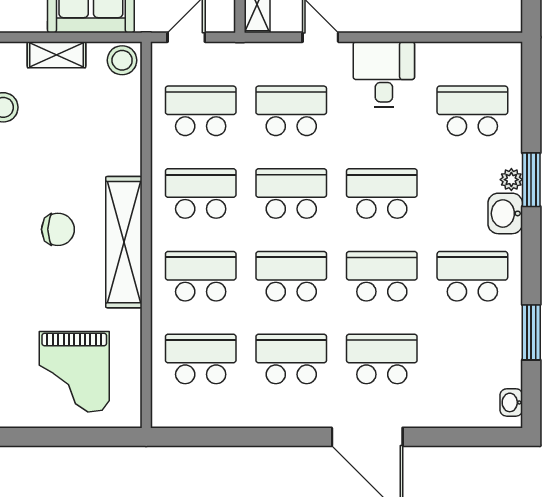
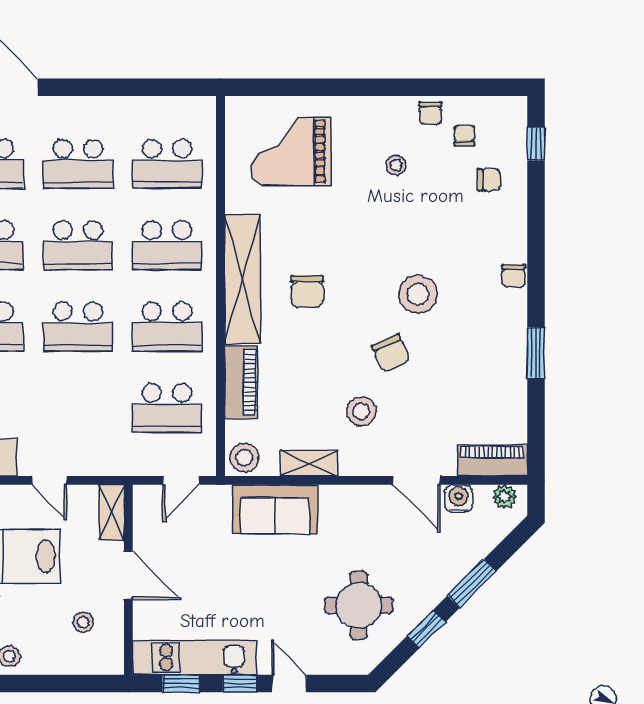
school desk: (291, 111) -> (78, 408), removed
piano: (125, 137) -> (241, 382), added
chair: (58, 229) -> (307, 291), turned -90
grand piano: (74, 372) -> (291, 151), turned -90

